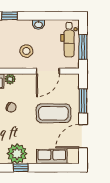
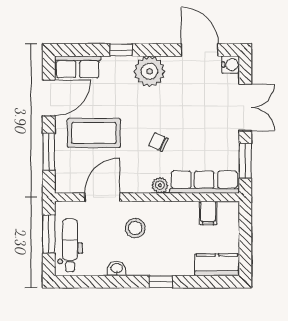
row of seats: (52, 157) -> (78, 67), moved
window: (21, 168) -> (121, 50), moved

